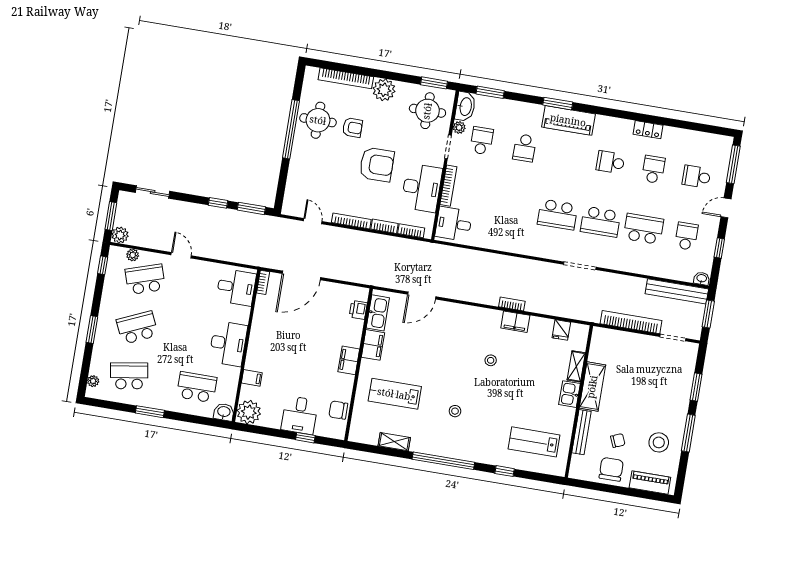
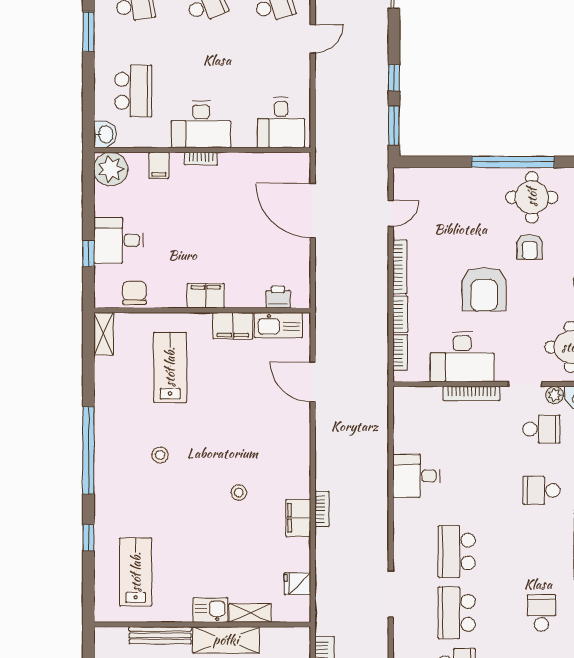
desk: (454, 224) -> (416, 476), moved, turned -90
bookcase: (263, 282) -> (201, 159), moved
shelving: (394, 442) -> (103, 334), moved

